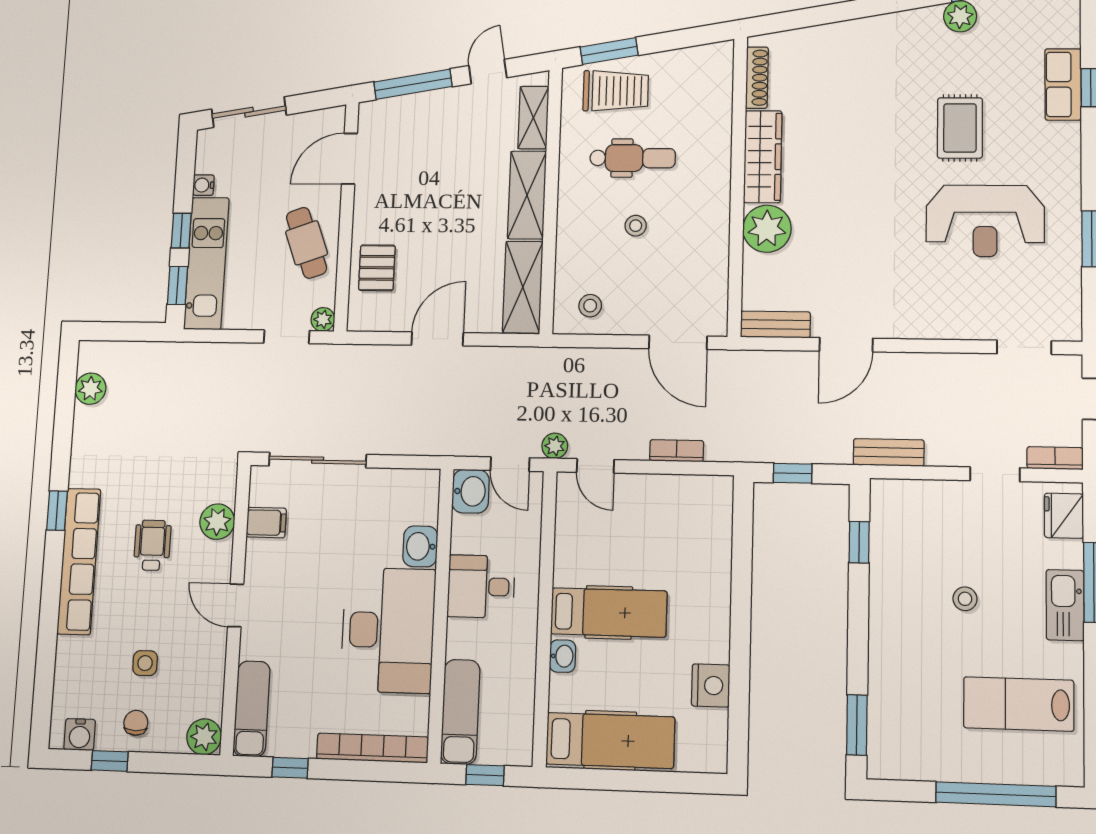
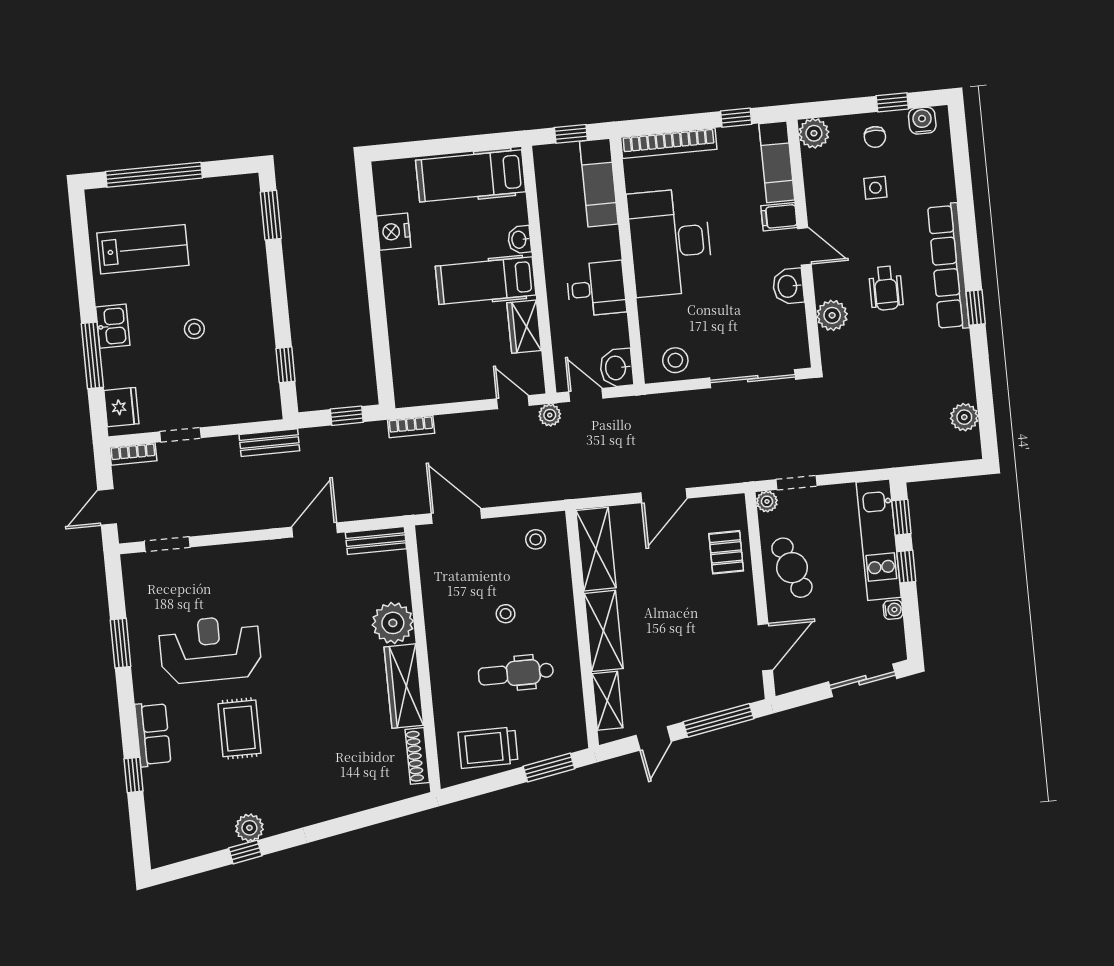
row of seats: (1063, 84) -> (153, 734), moved
trolley: (616, 91) -> (488, 748), moved
bookcase: (677, 451) -> (411, 427), moved
stool: (402, 492) -> (675, 360), added
filing cabinet: (266, 523) -> (779, 217), moved
washbasin: (420, 546) -> (788, 286), moved, turned 180
wardrobe: (571, 552) -> (524, 327), added
kitchen sink: (1065, 605) -> (113, 326), width x0.73

